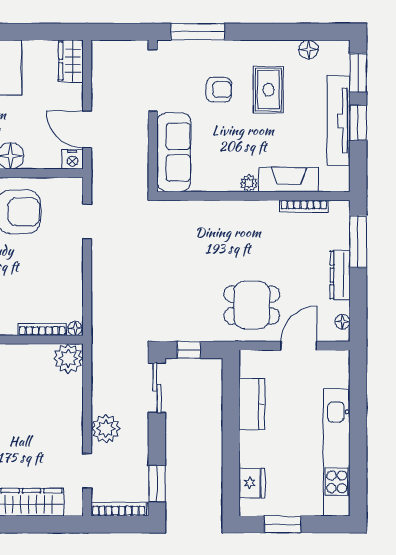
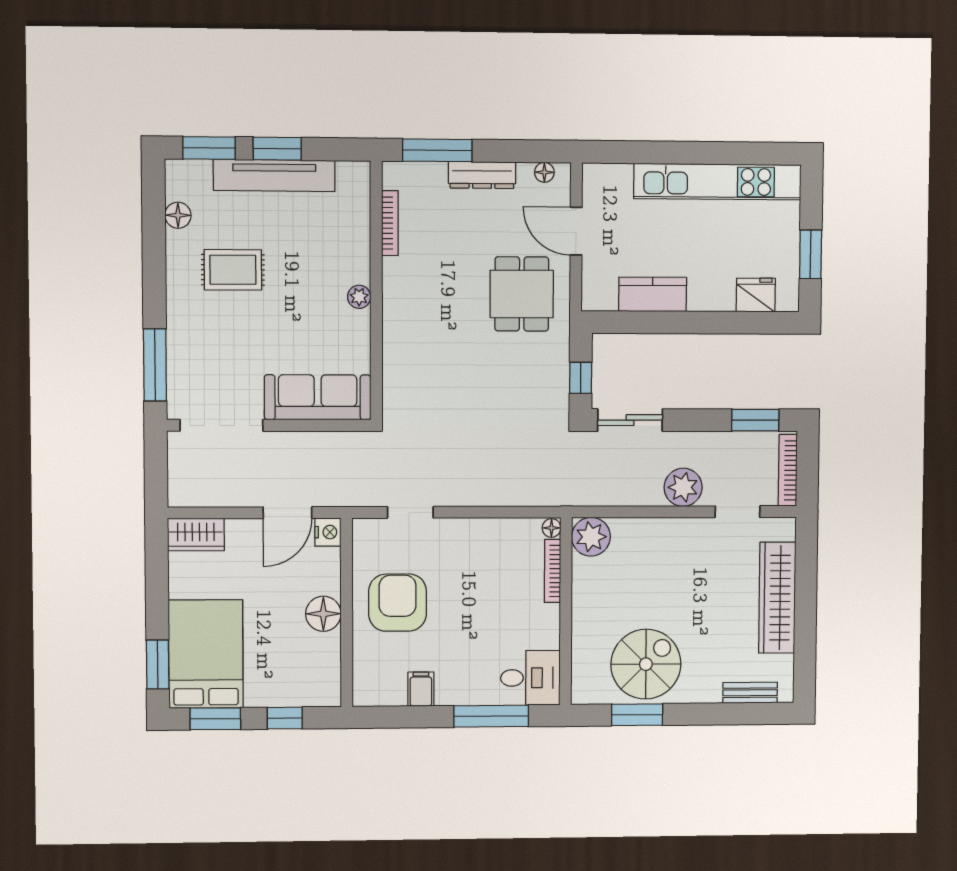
armchair: (219, 89) -> (233, 337), removed
fireplace: (289, 180) -> (354, 243), removed

